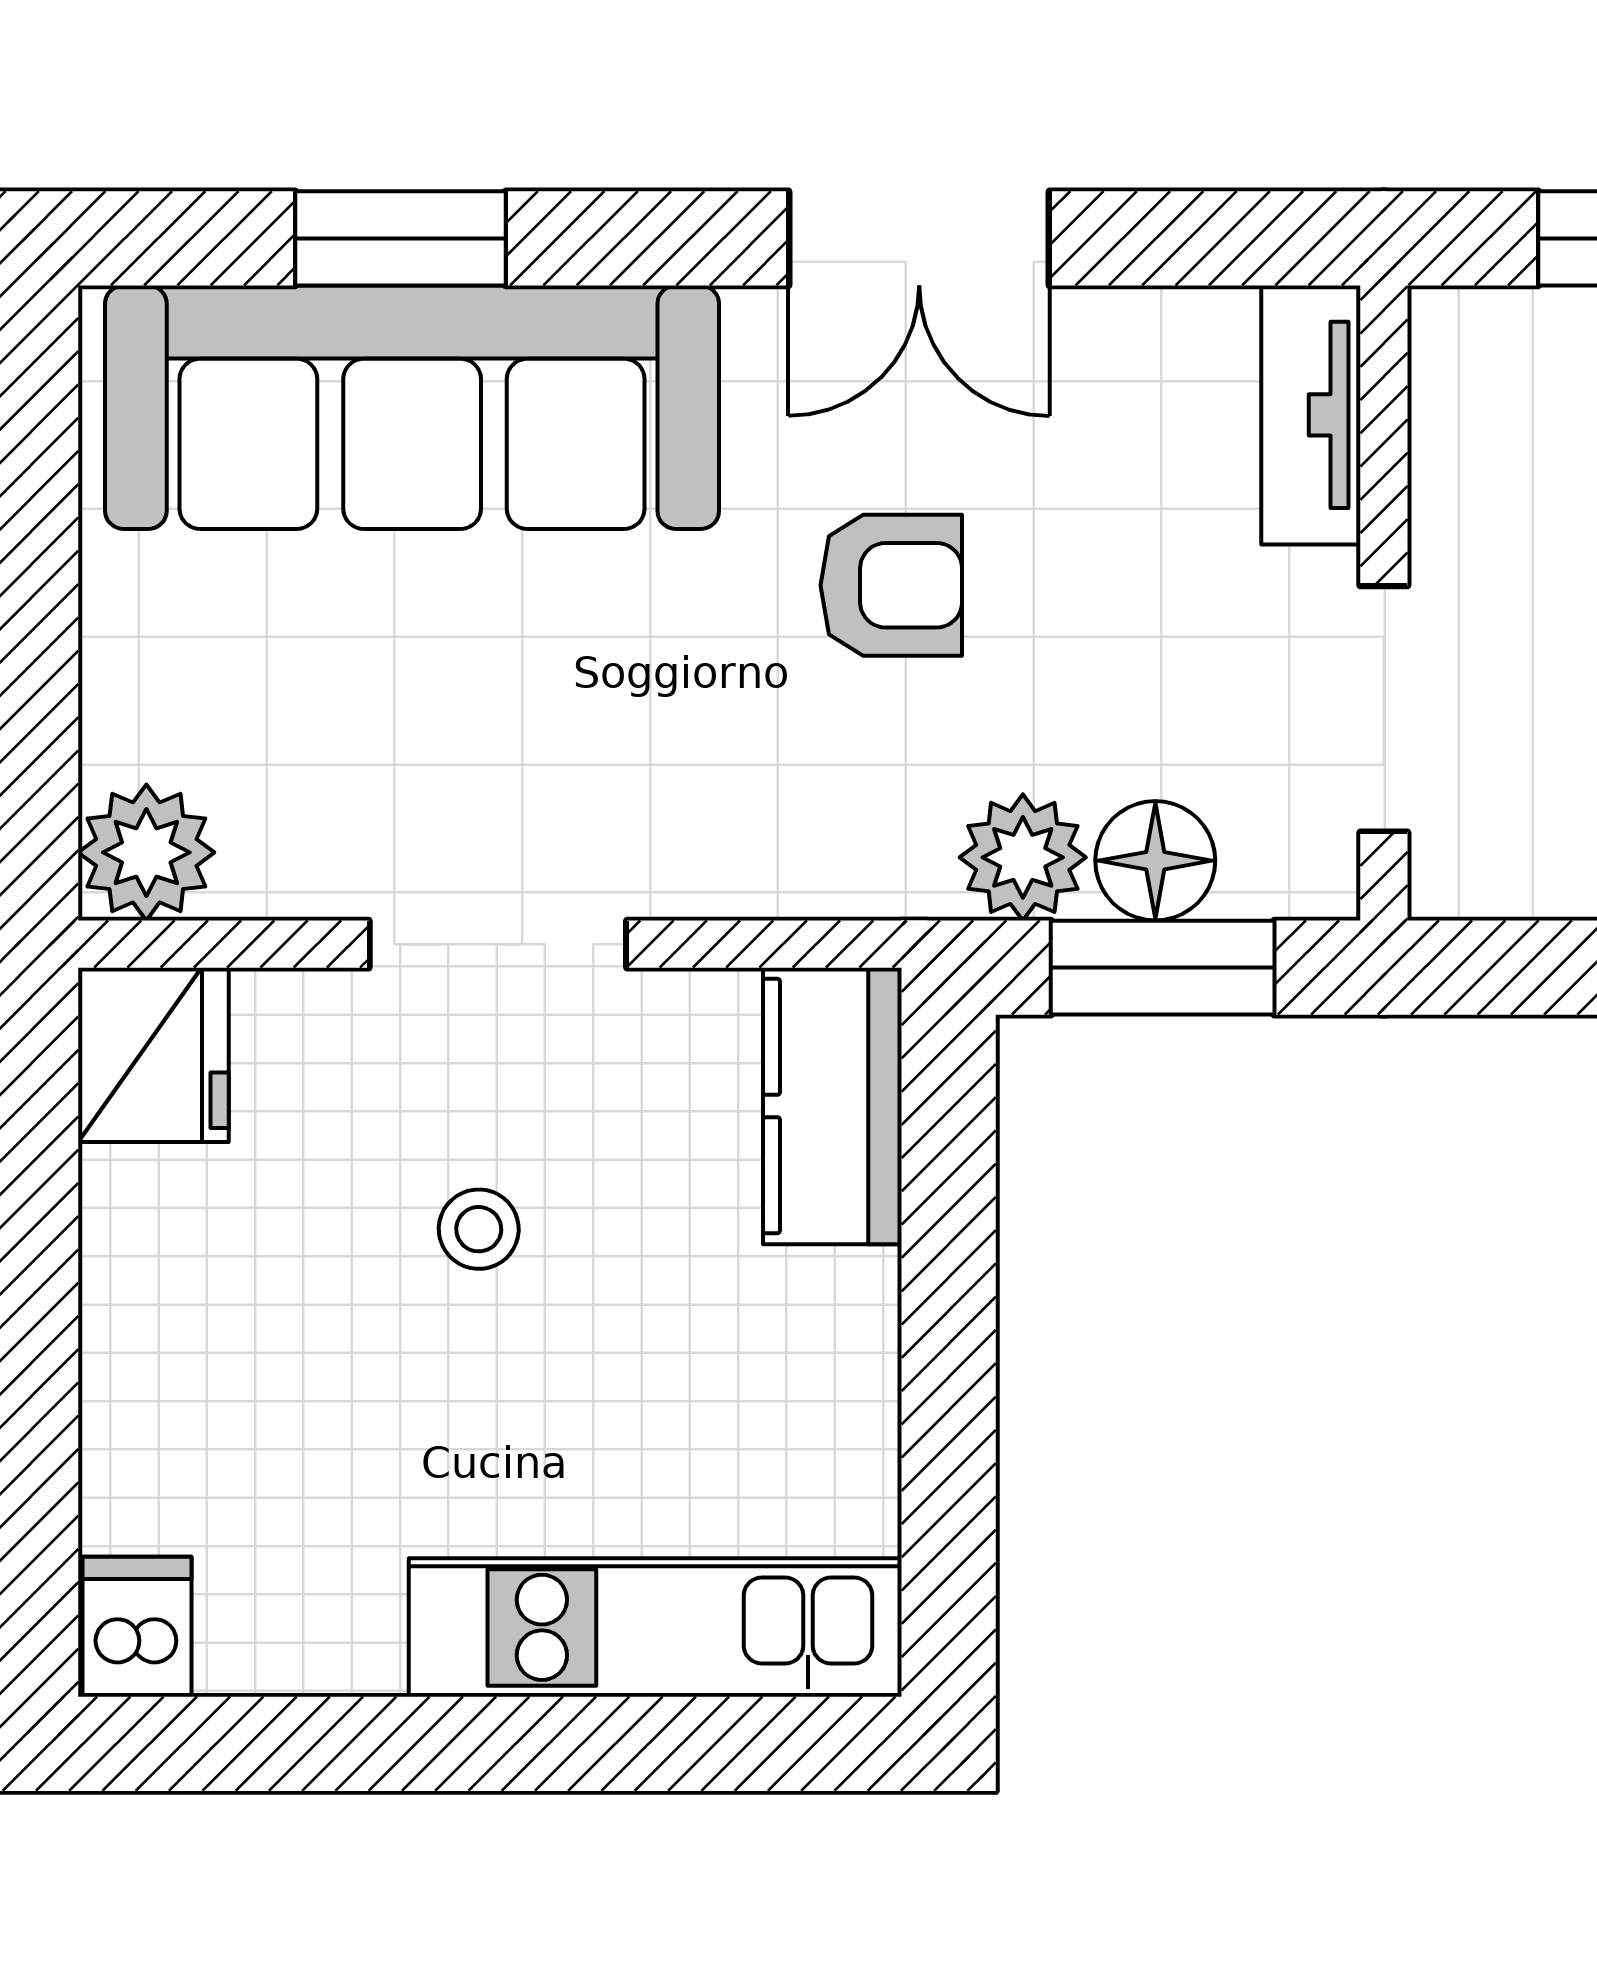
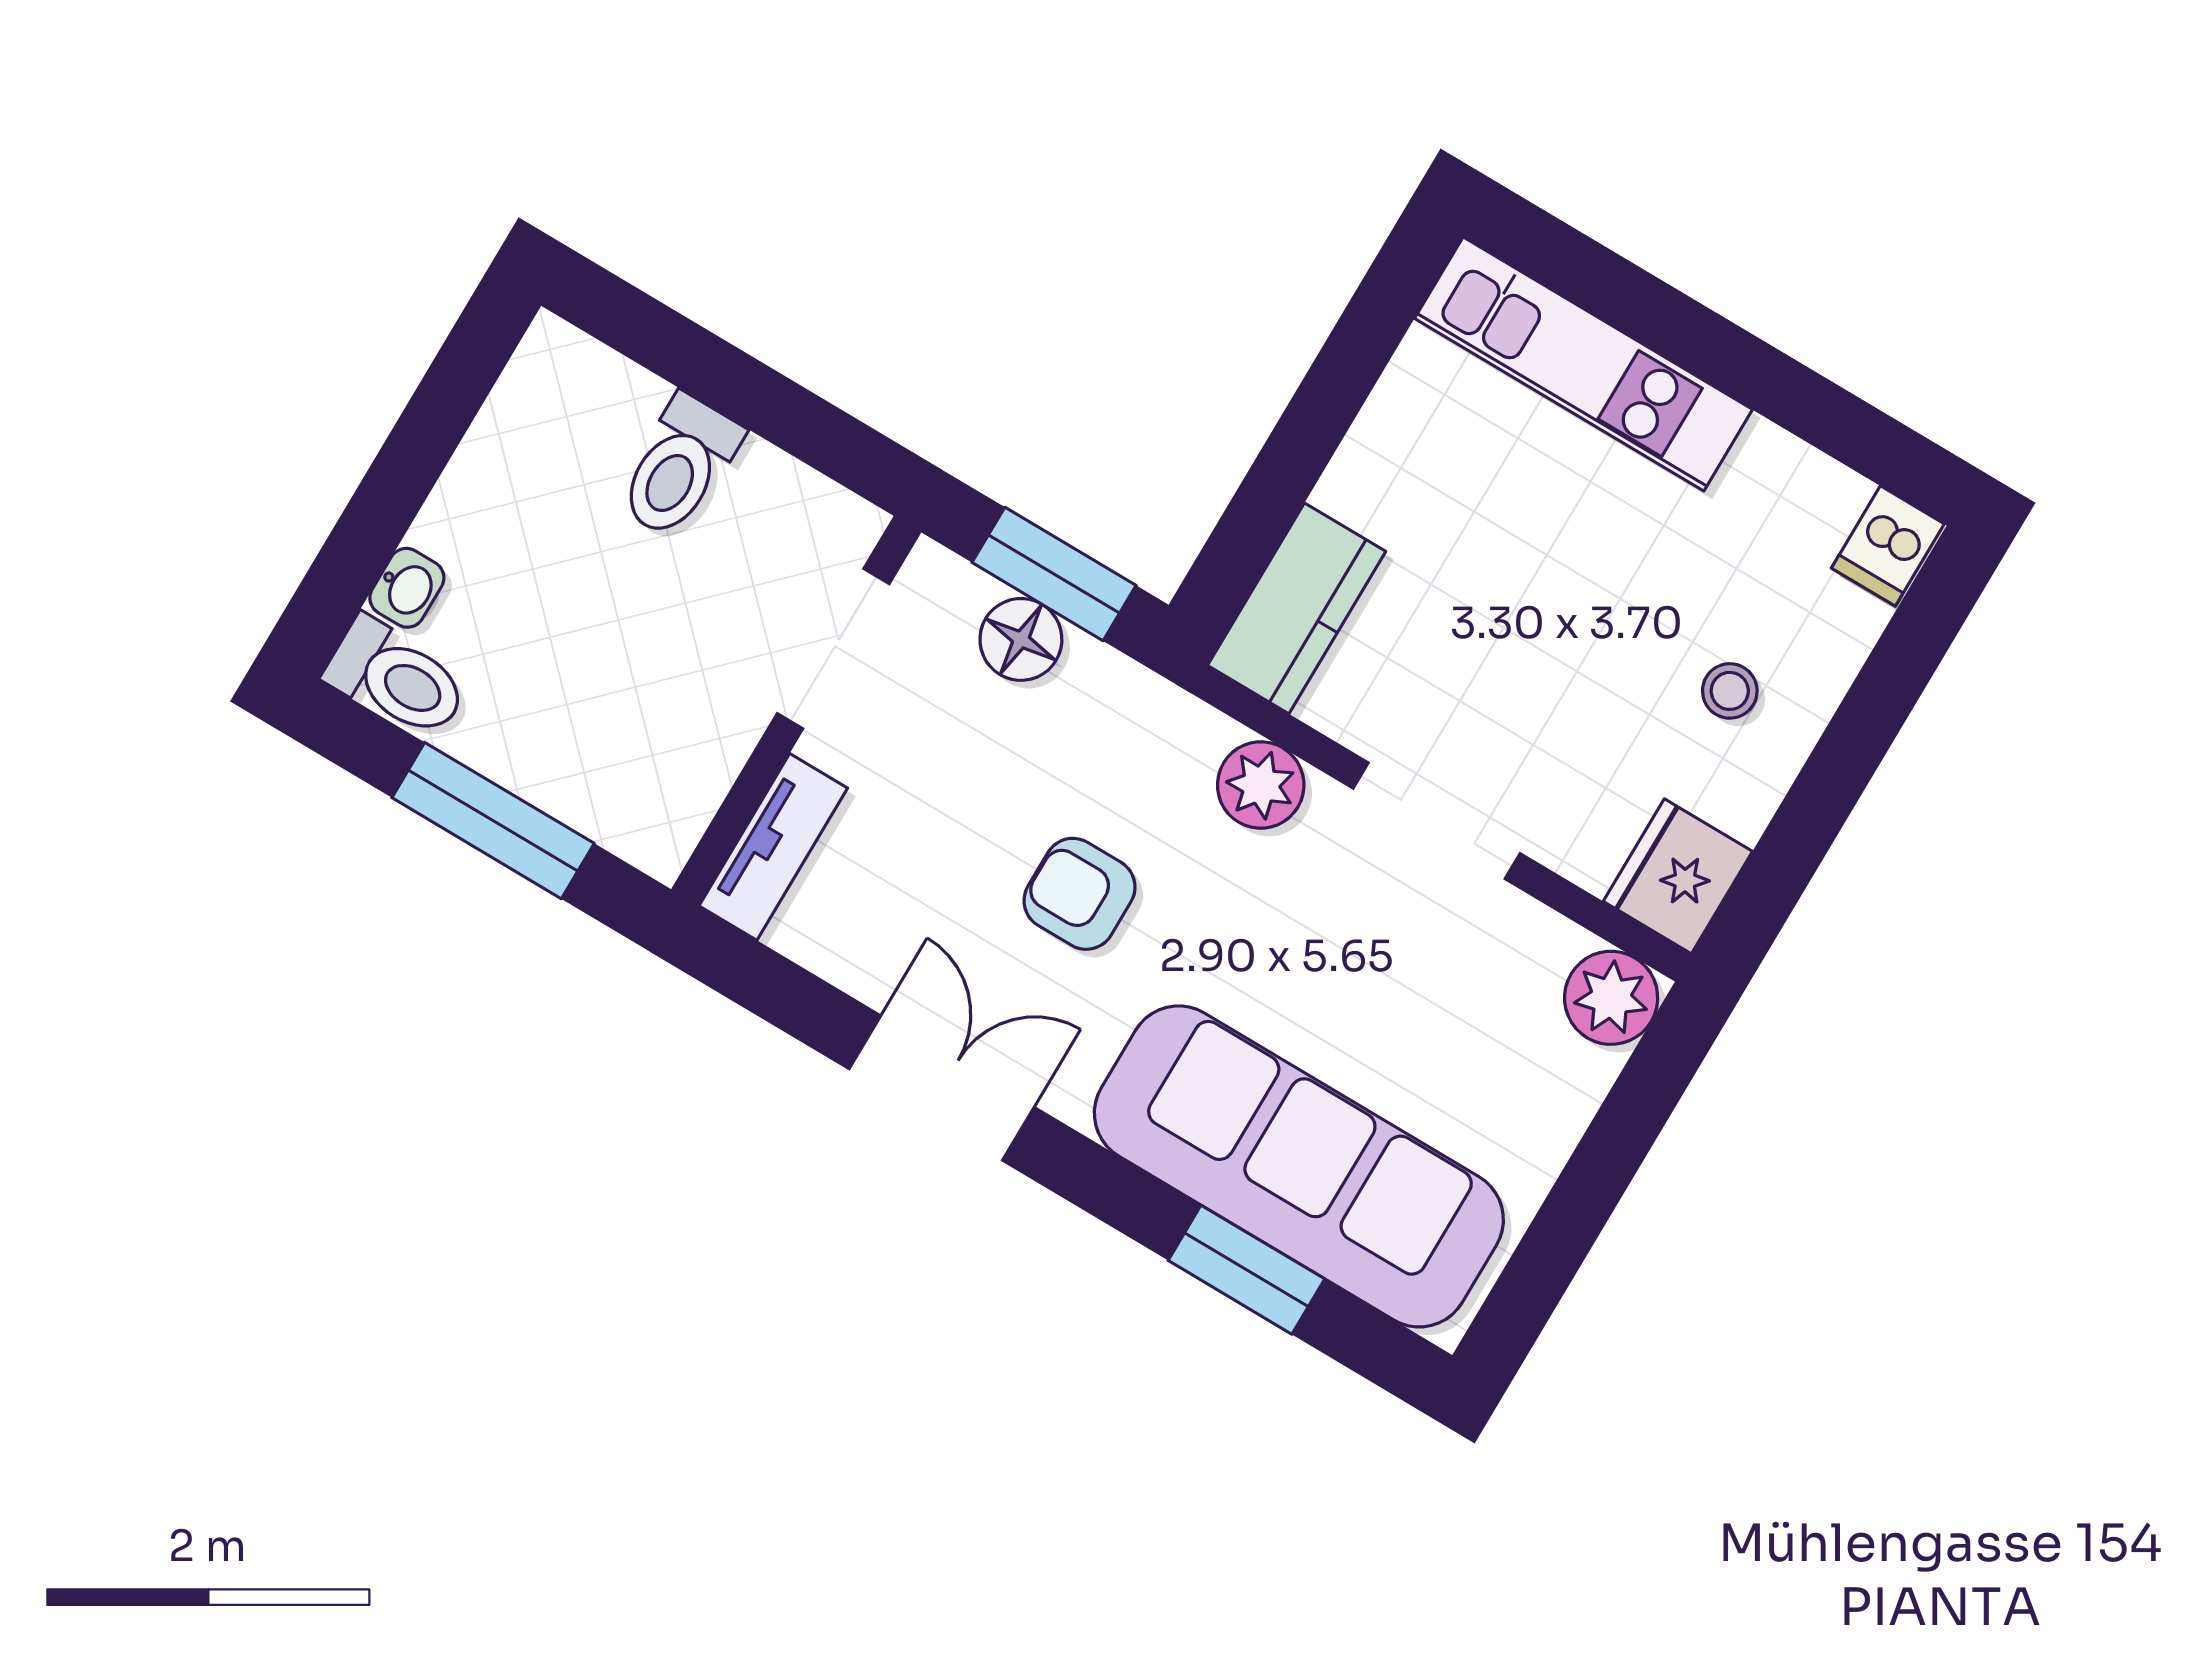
plant: (1023, 857) -> (1261, 785), moved
stool: (479, 1229) -> (1730, 691), moved

